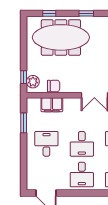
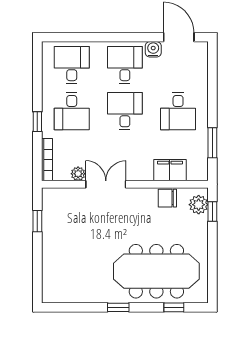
water cooler: (63, 185) -> (153, 49), added

